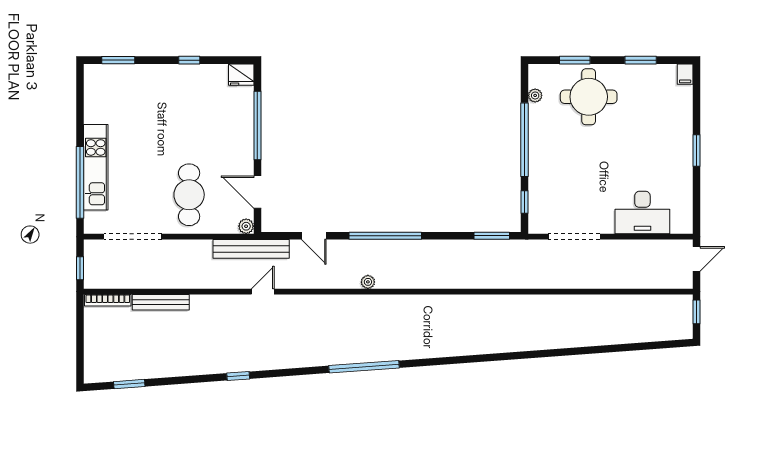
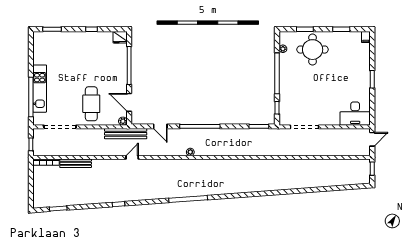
desk: (642, 213) -> (355, 114), moved

